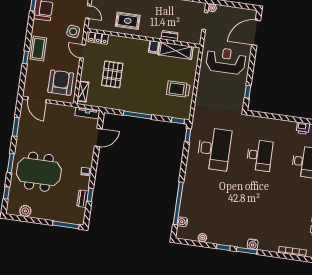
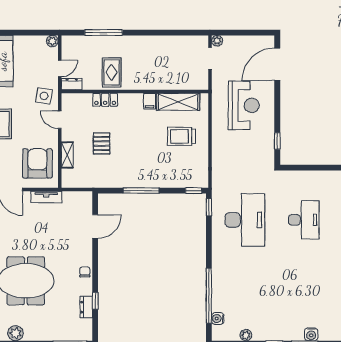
door: (88, 12) -> (60, 68), hinge flipped
rug: (128, 21) -> (112, 72), turned 90
dresser: (170, 36) -> (72, 84), moved
locker: (98, 38) -> (105, 100), moved
reception desk: (226, 61) -> (244, 105), turned 90
pallet: (112, 74) -> (102, 143), width x0.67, depth x0.71
trolley: (178, 89) -> (181, 136), moved
shelving: (83, 92) -> (67, 155), moved
tv unit: (87, 113) -> (46, 197), moved

